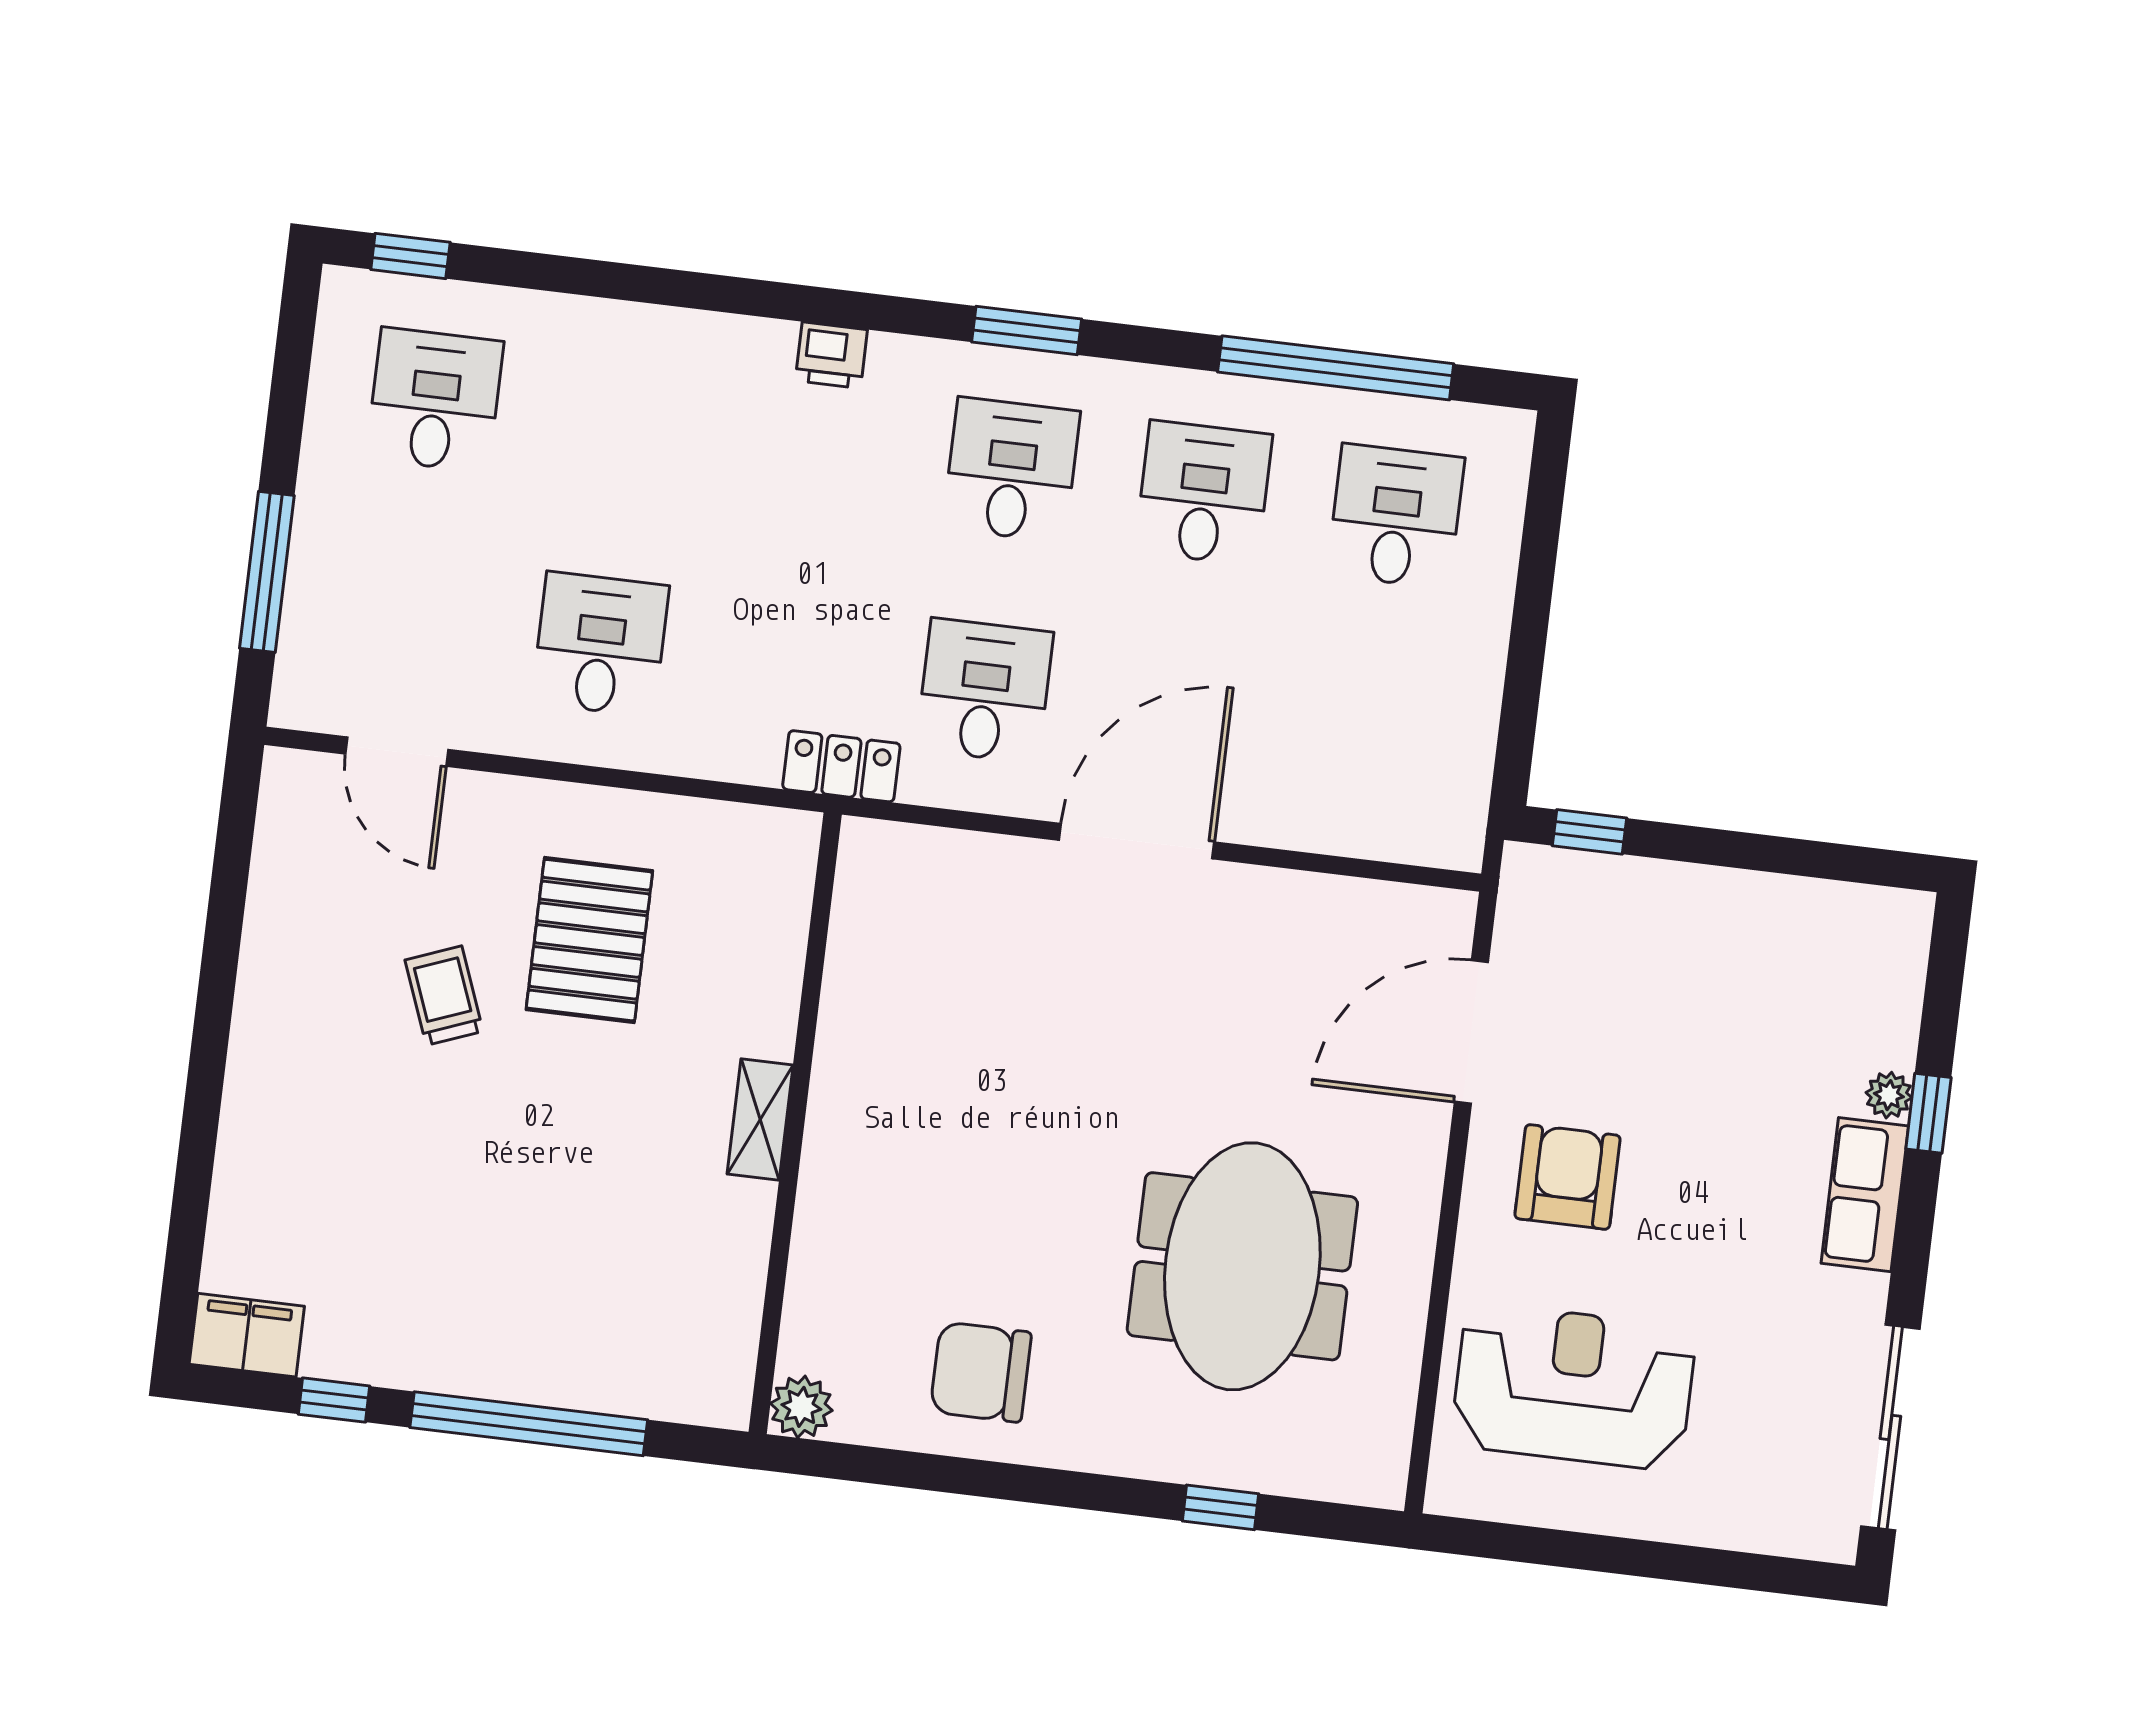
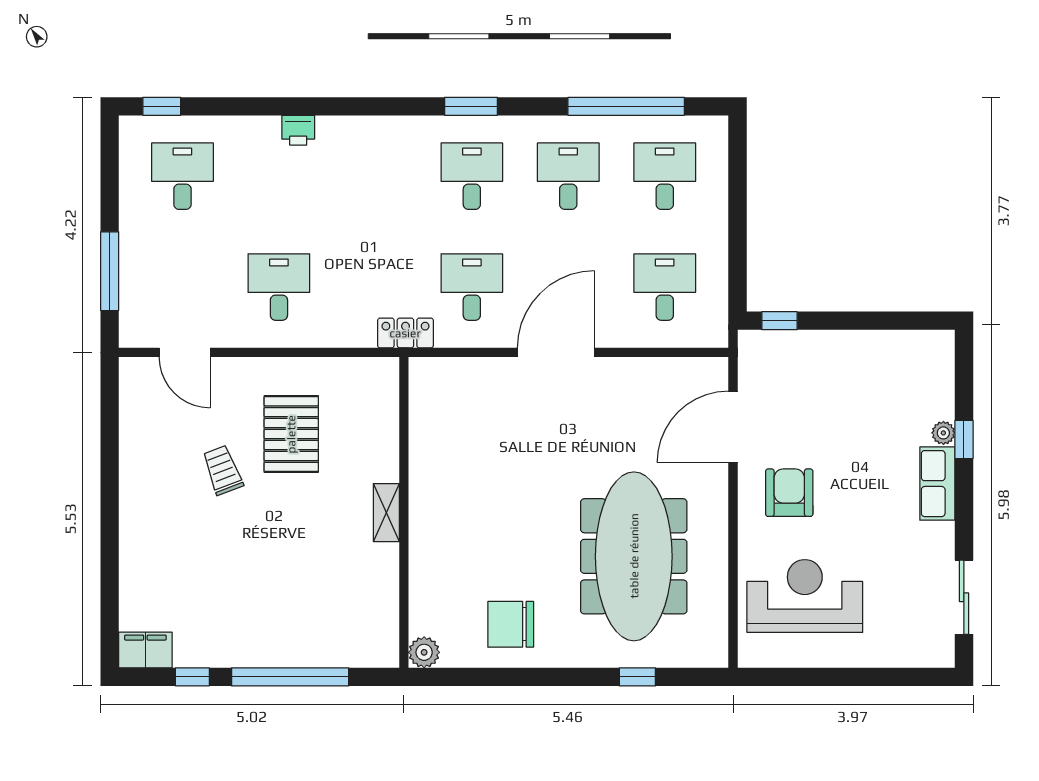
printer: (831, 355) -> (298, 130), moved
desk: (1369, 737) -> (665, 287), added
meeting table: (1242, 1266) -> (634, 556), width x1.36
sliding door: (1890, 1427) -> (964, 597), width x0.73

